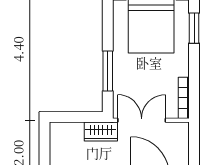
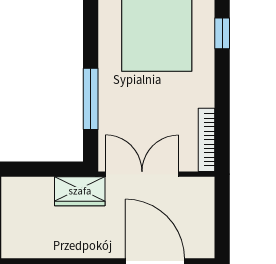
window: (194, 28) -> (222, 33), width x0.67

